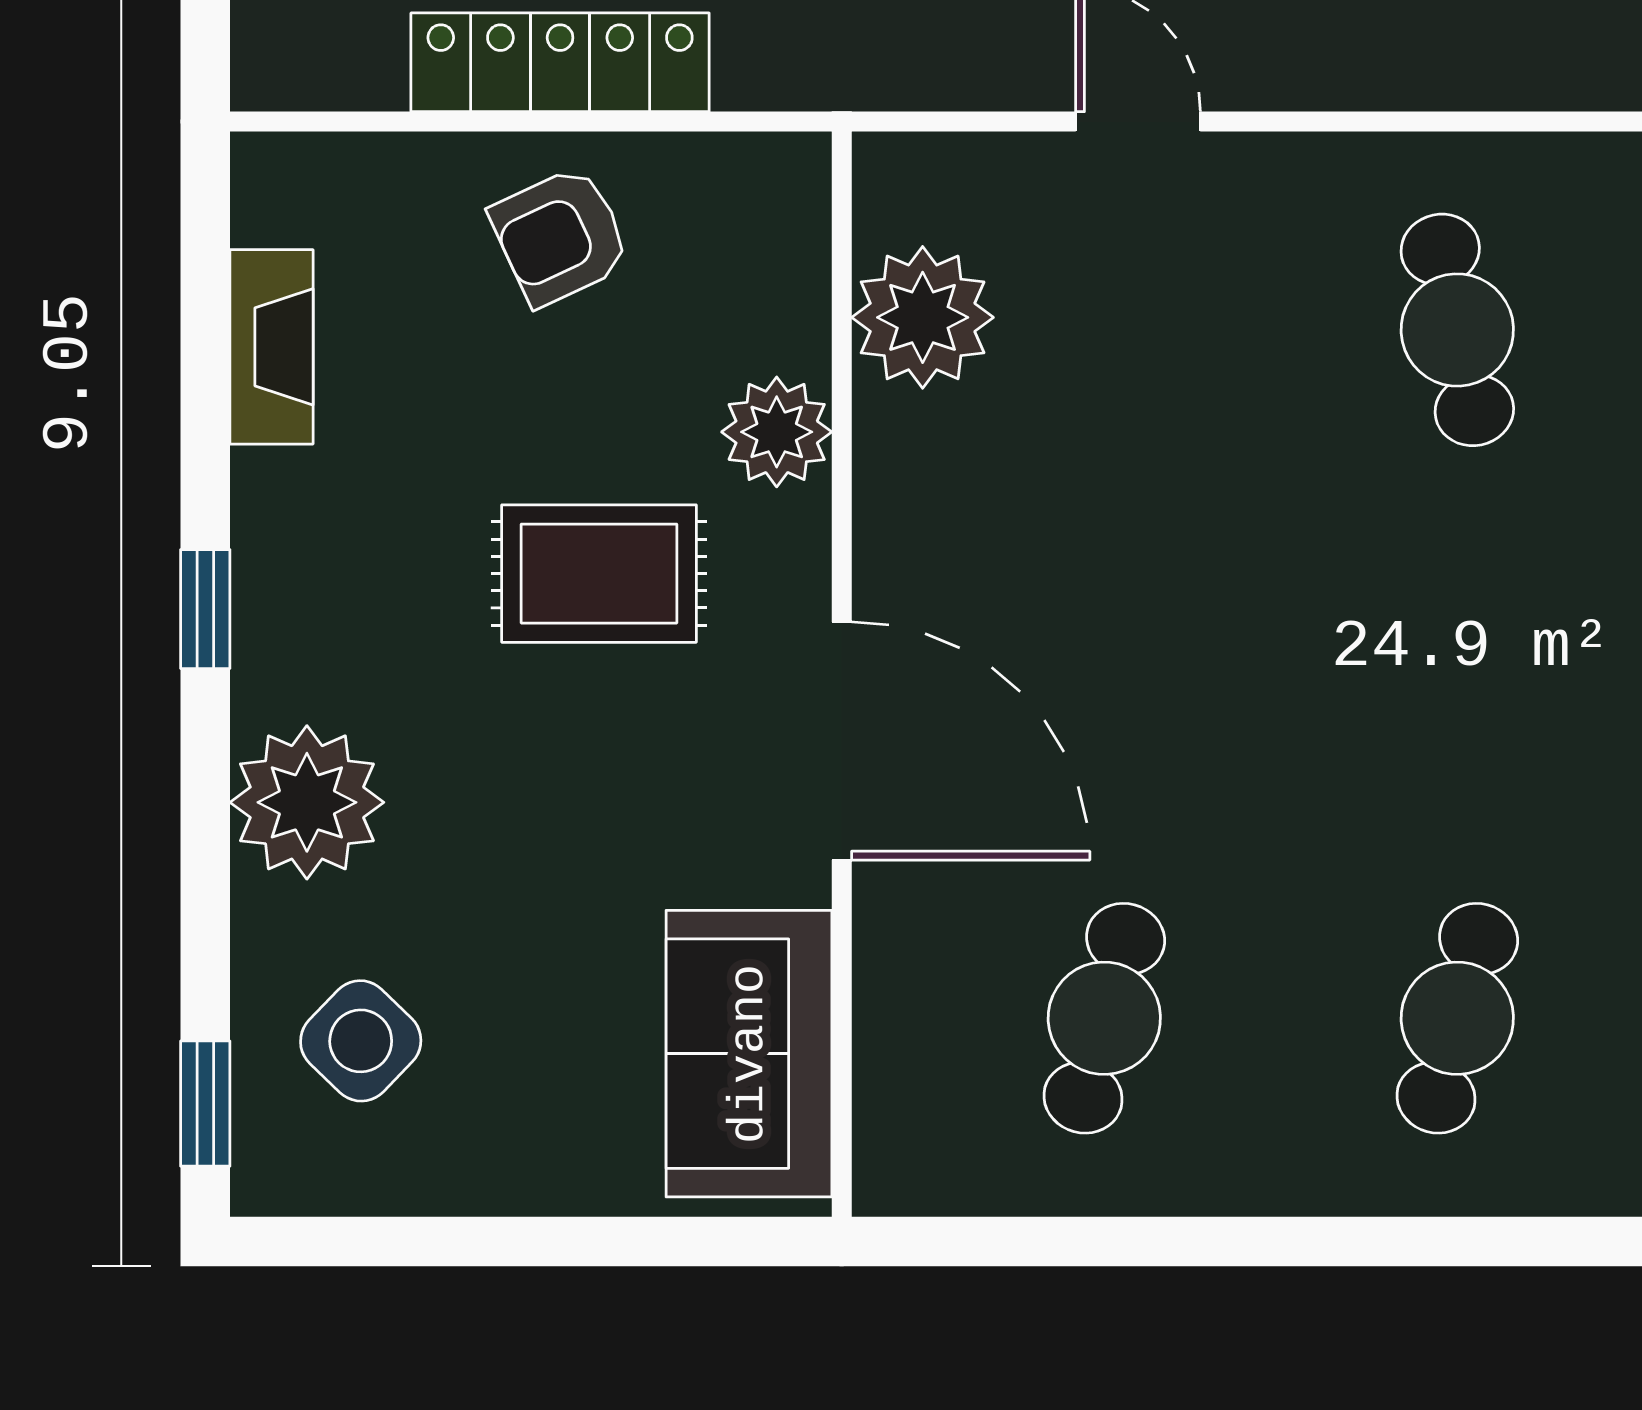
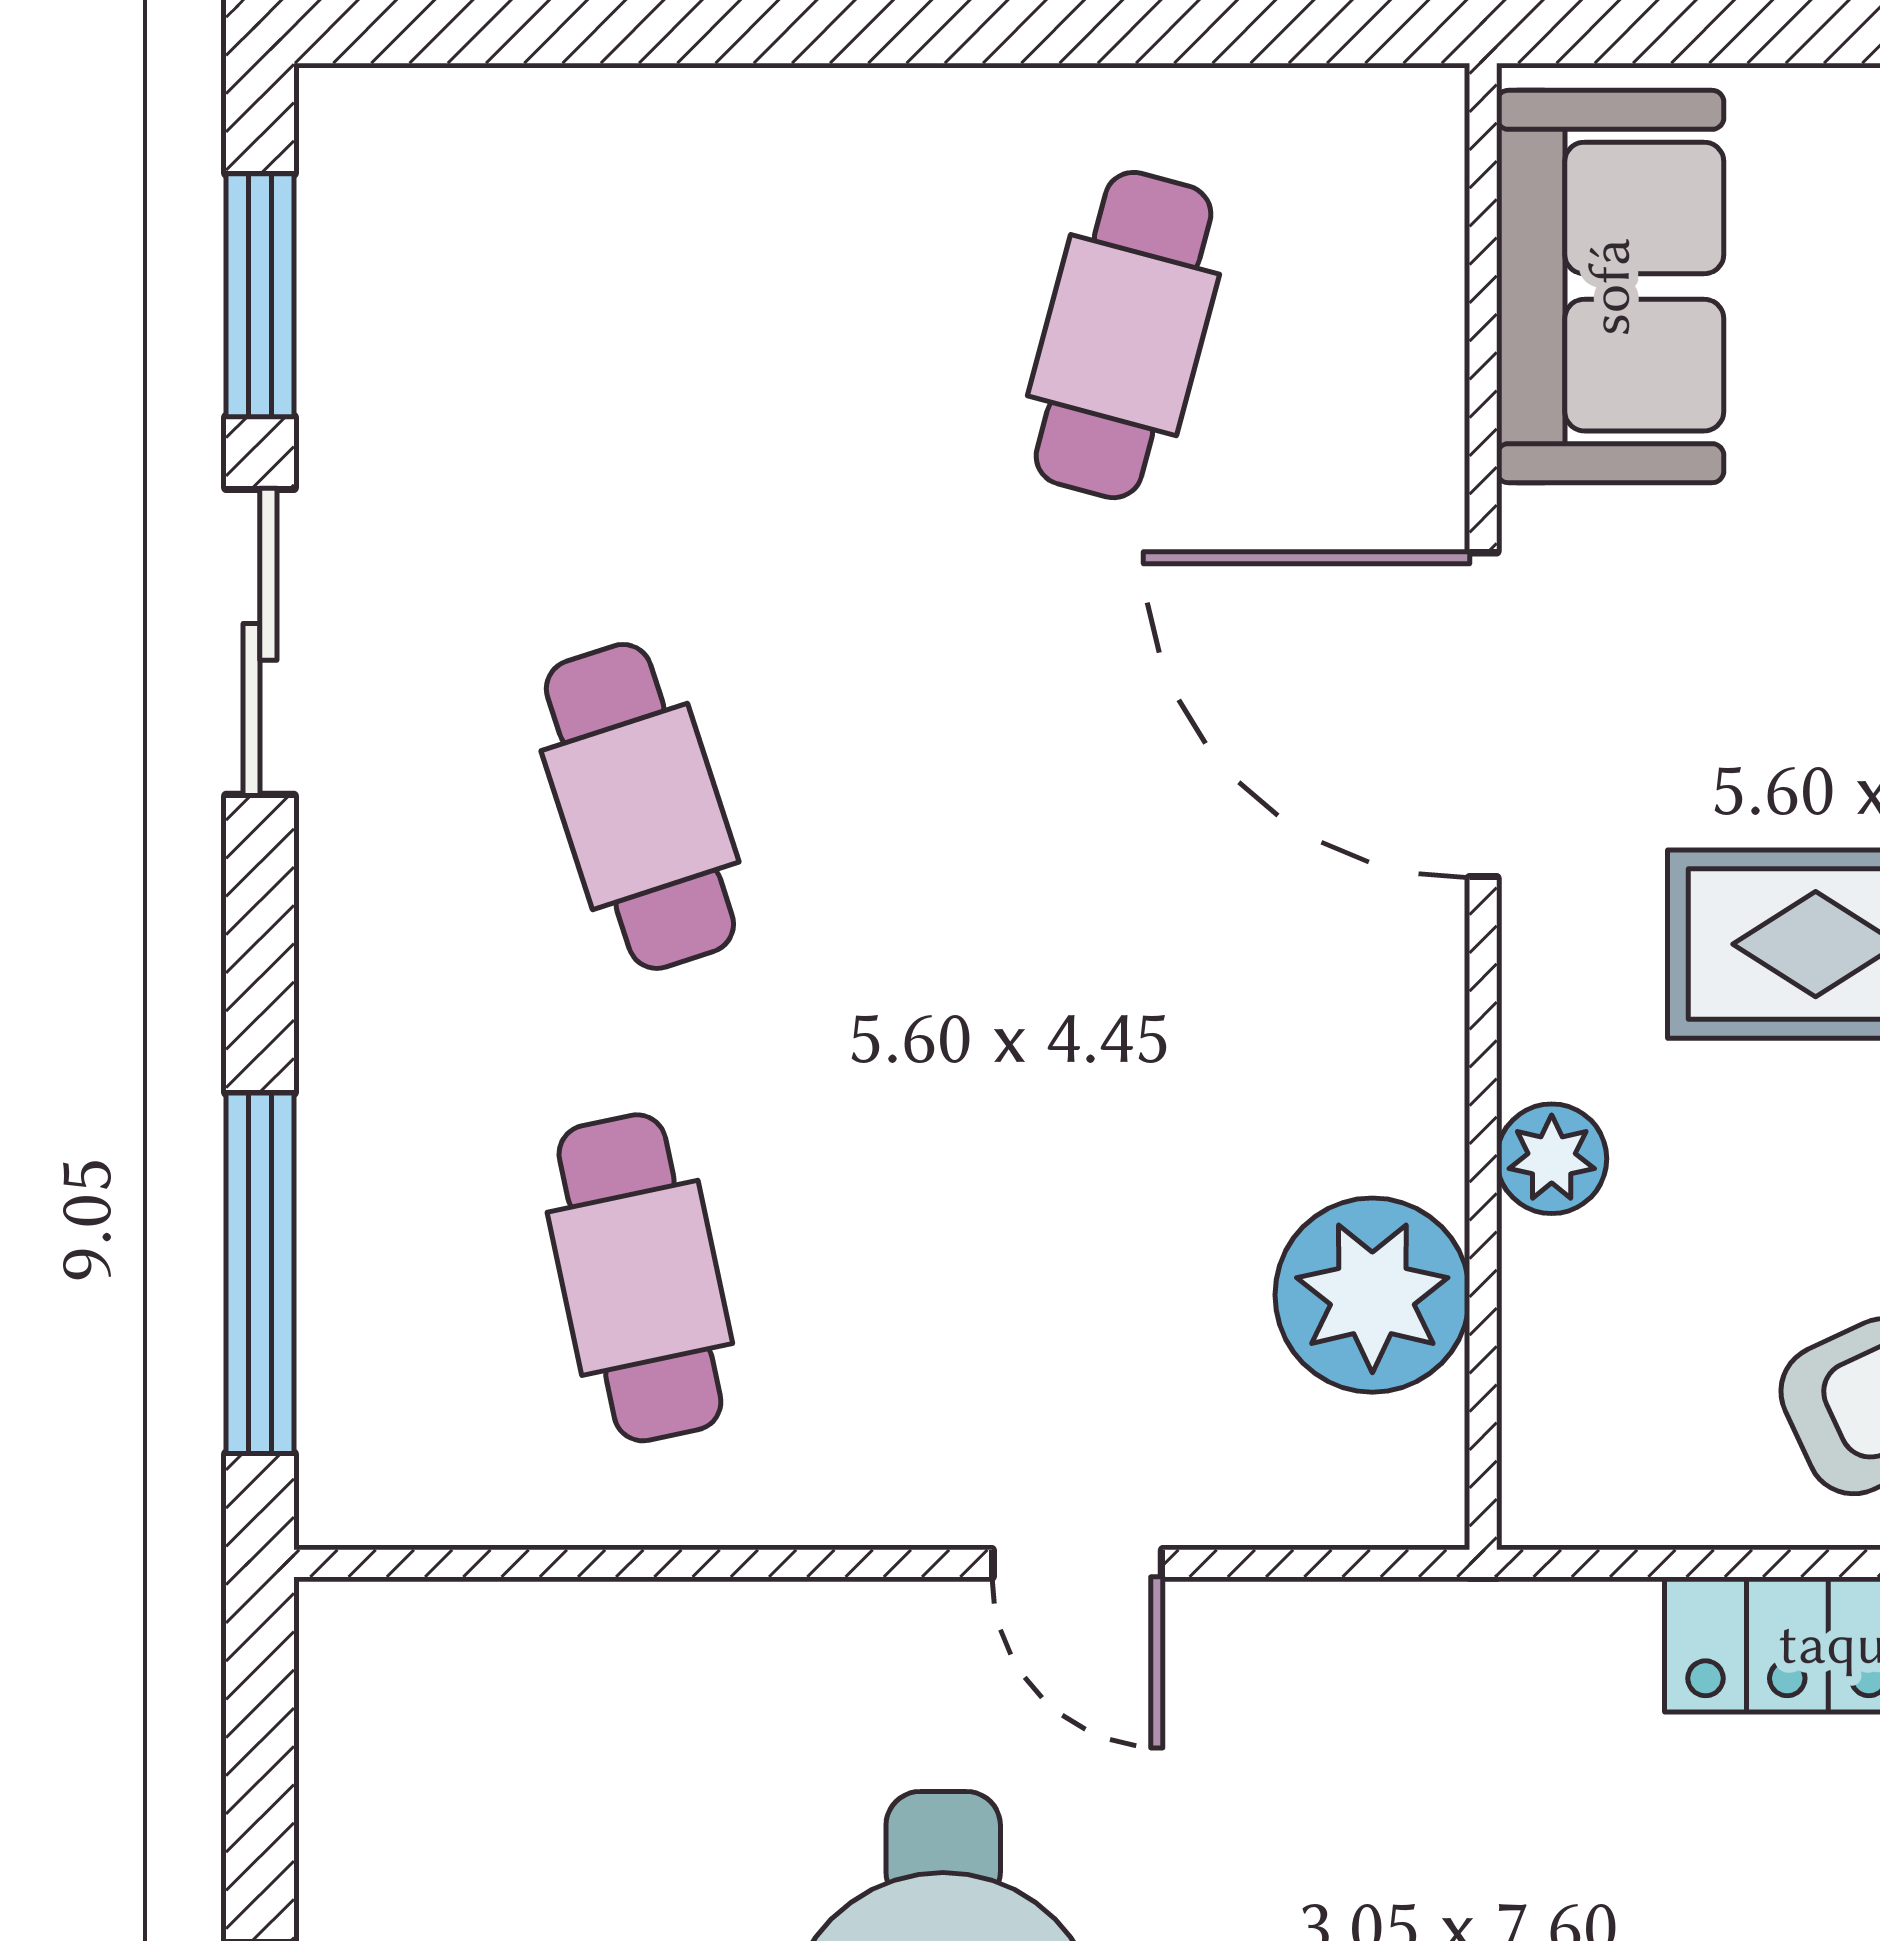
plant: (777, 432) -> (1552, 1159), width x0.73, depth x0.73
cafe table: (1457, 1018) -> (640, 806), moved, turned -33

